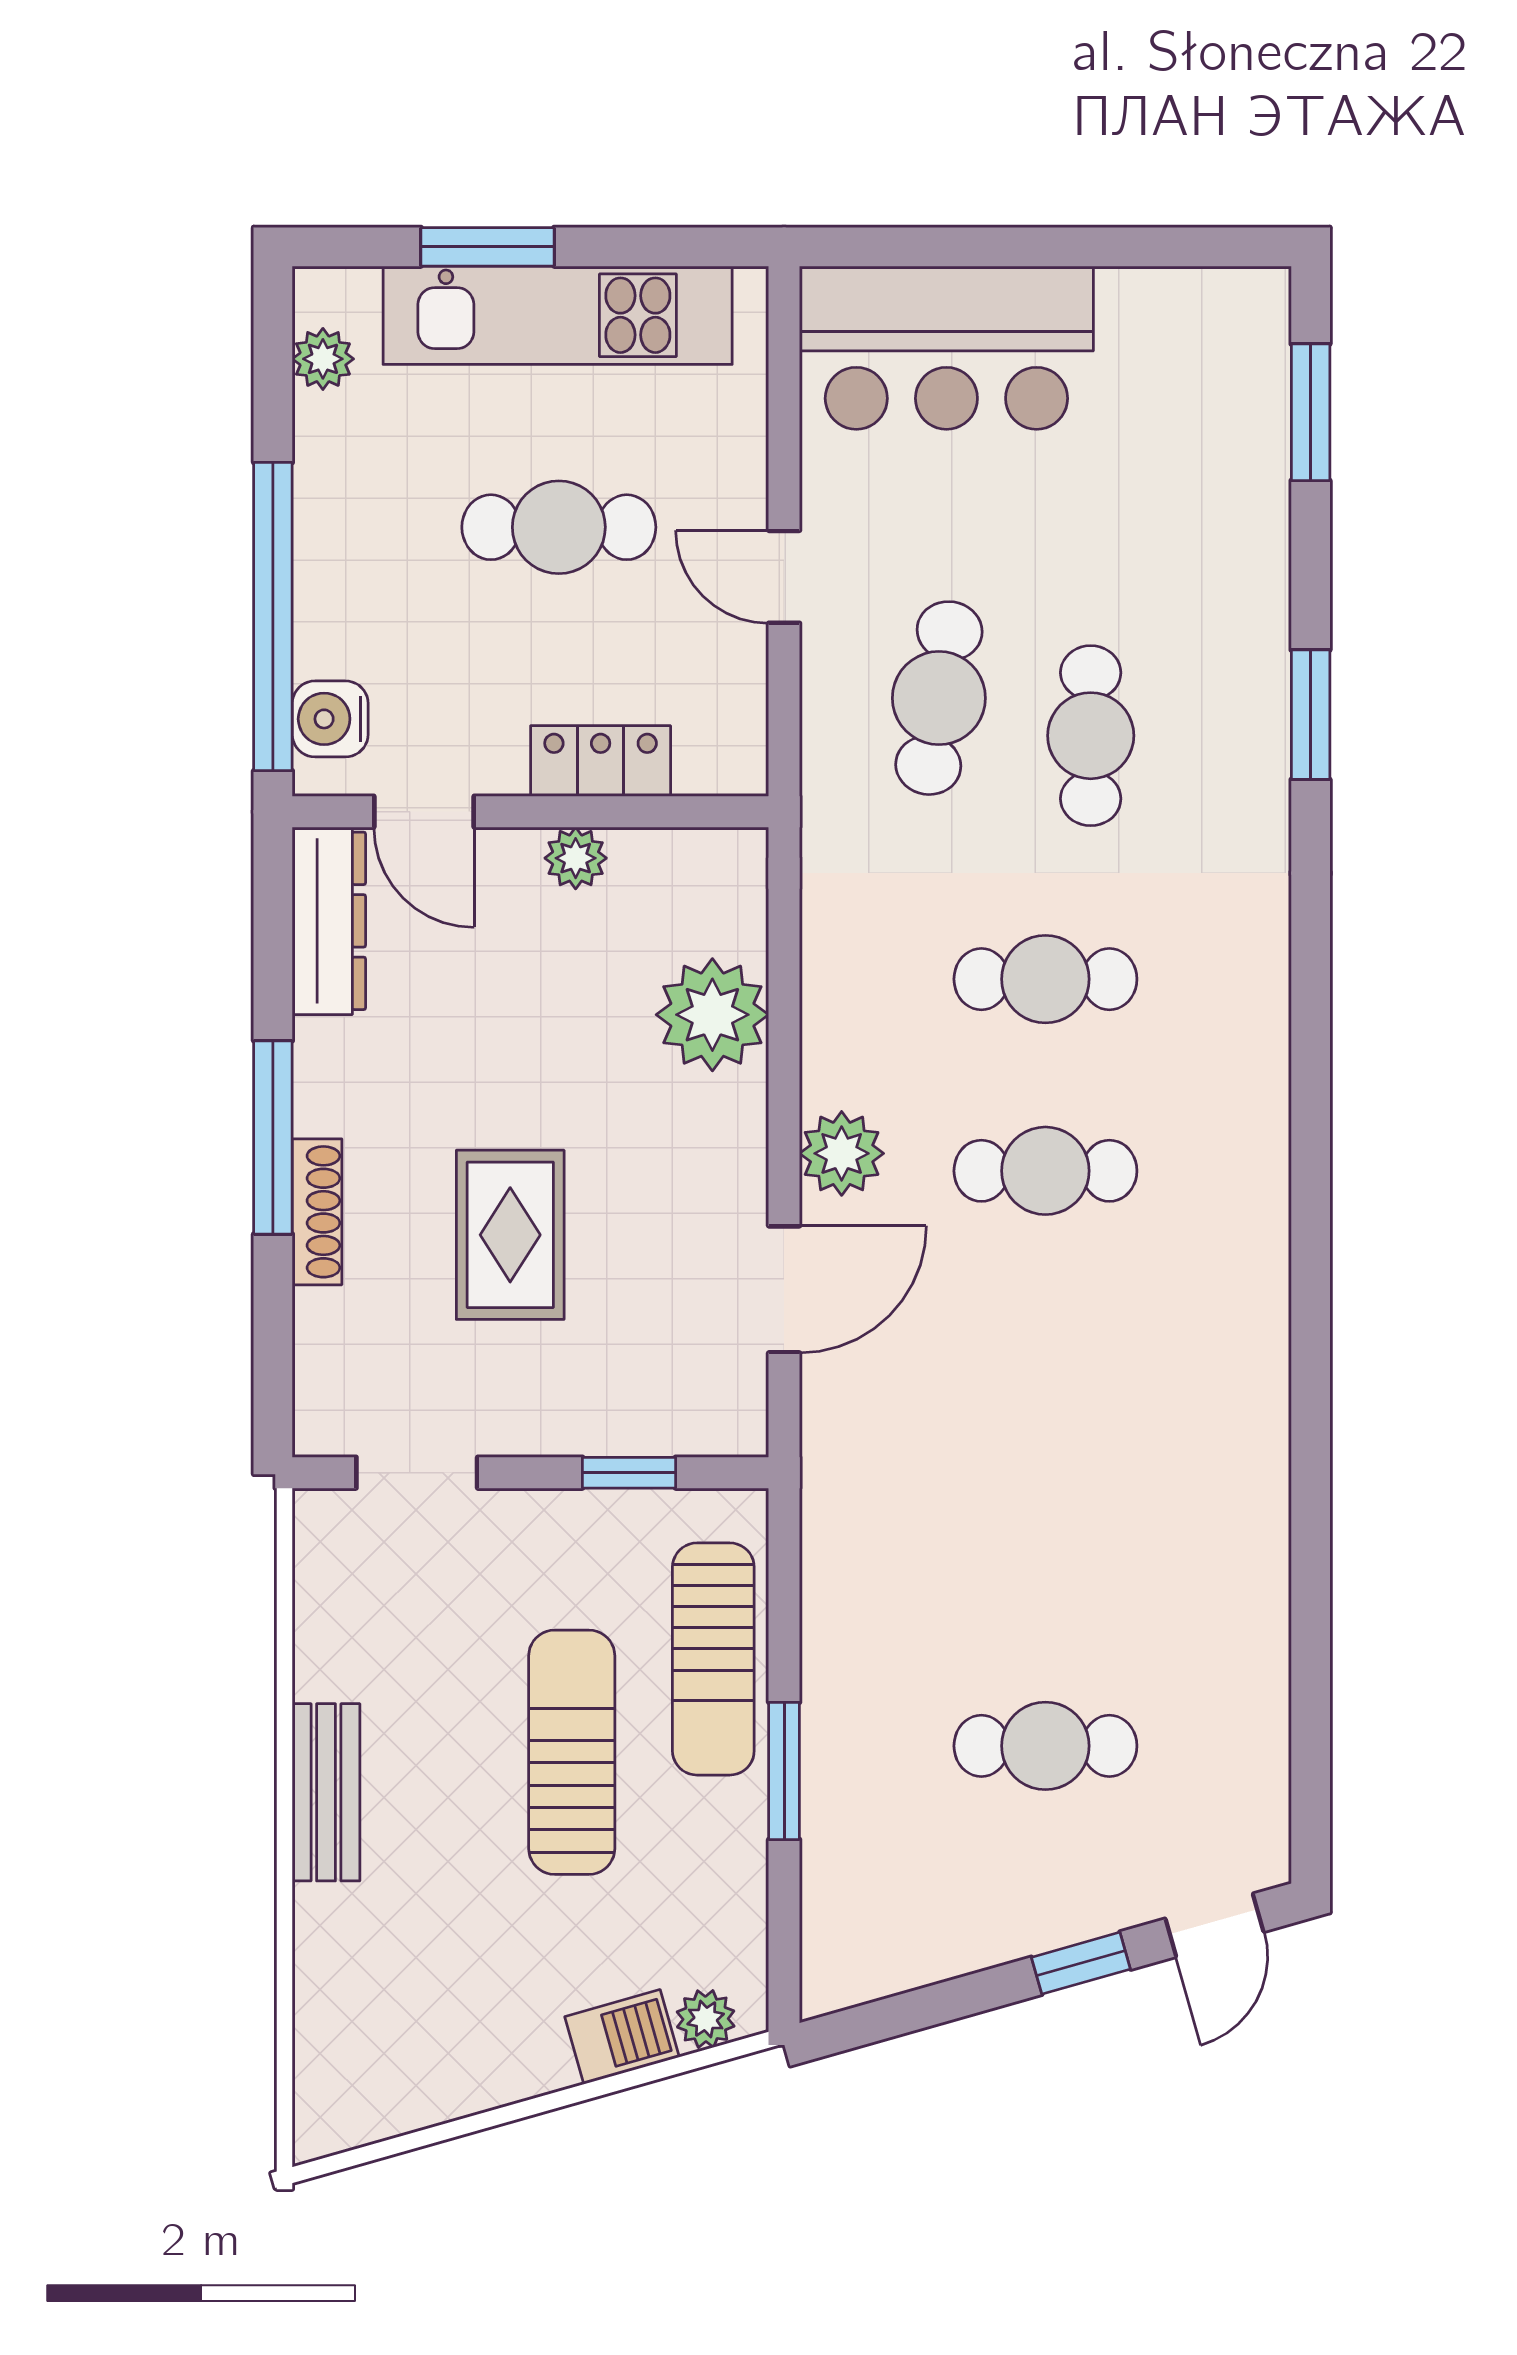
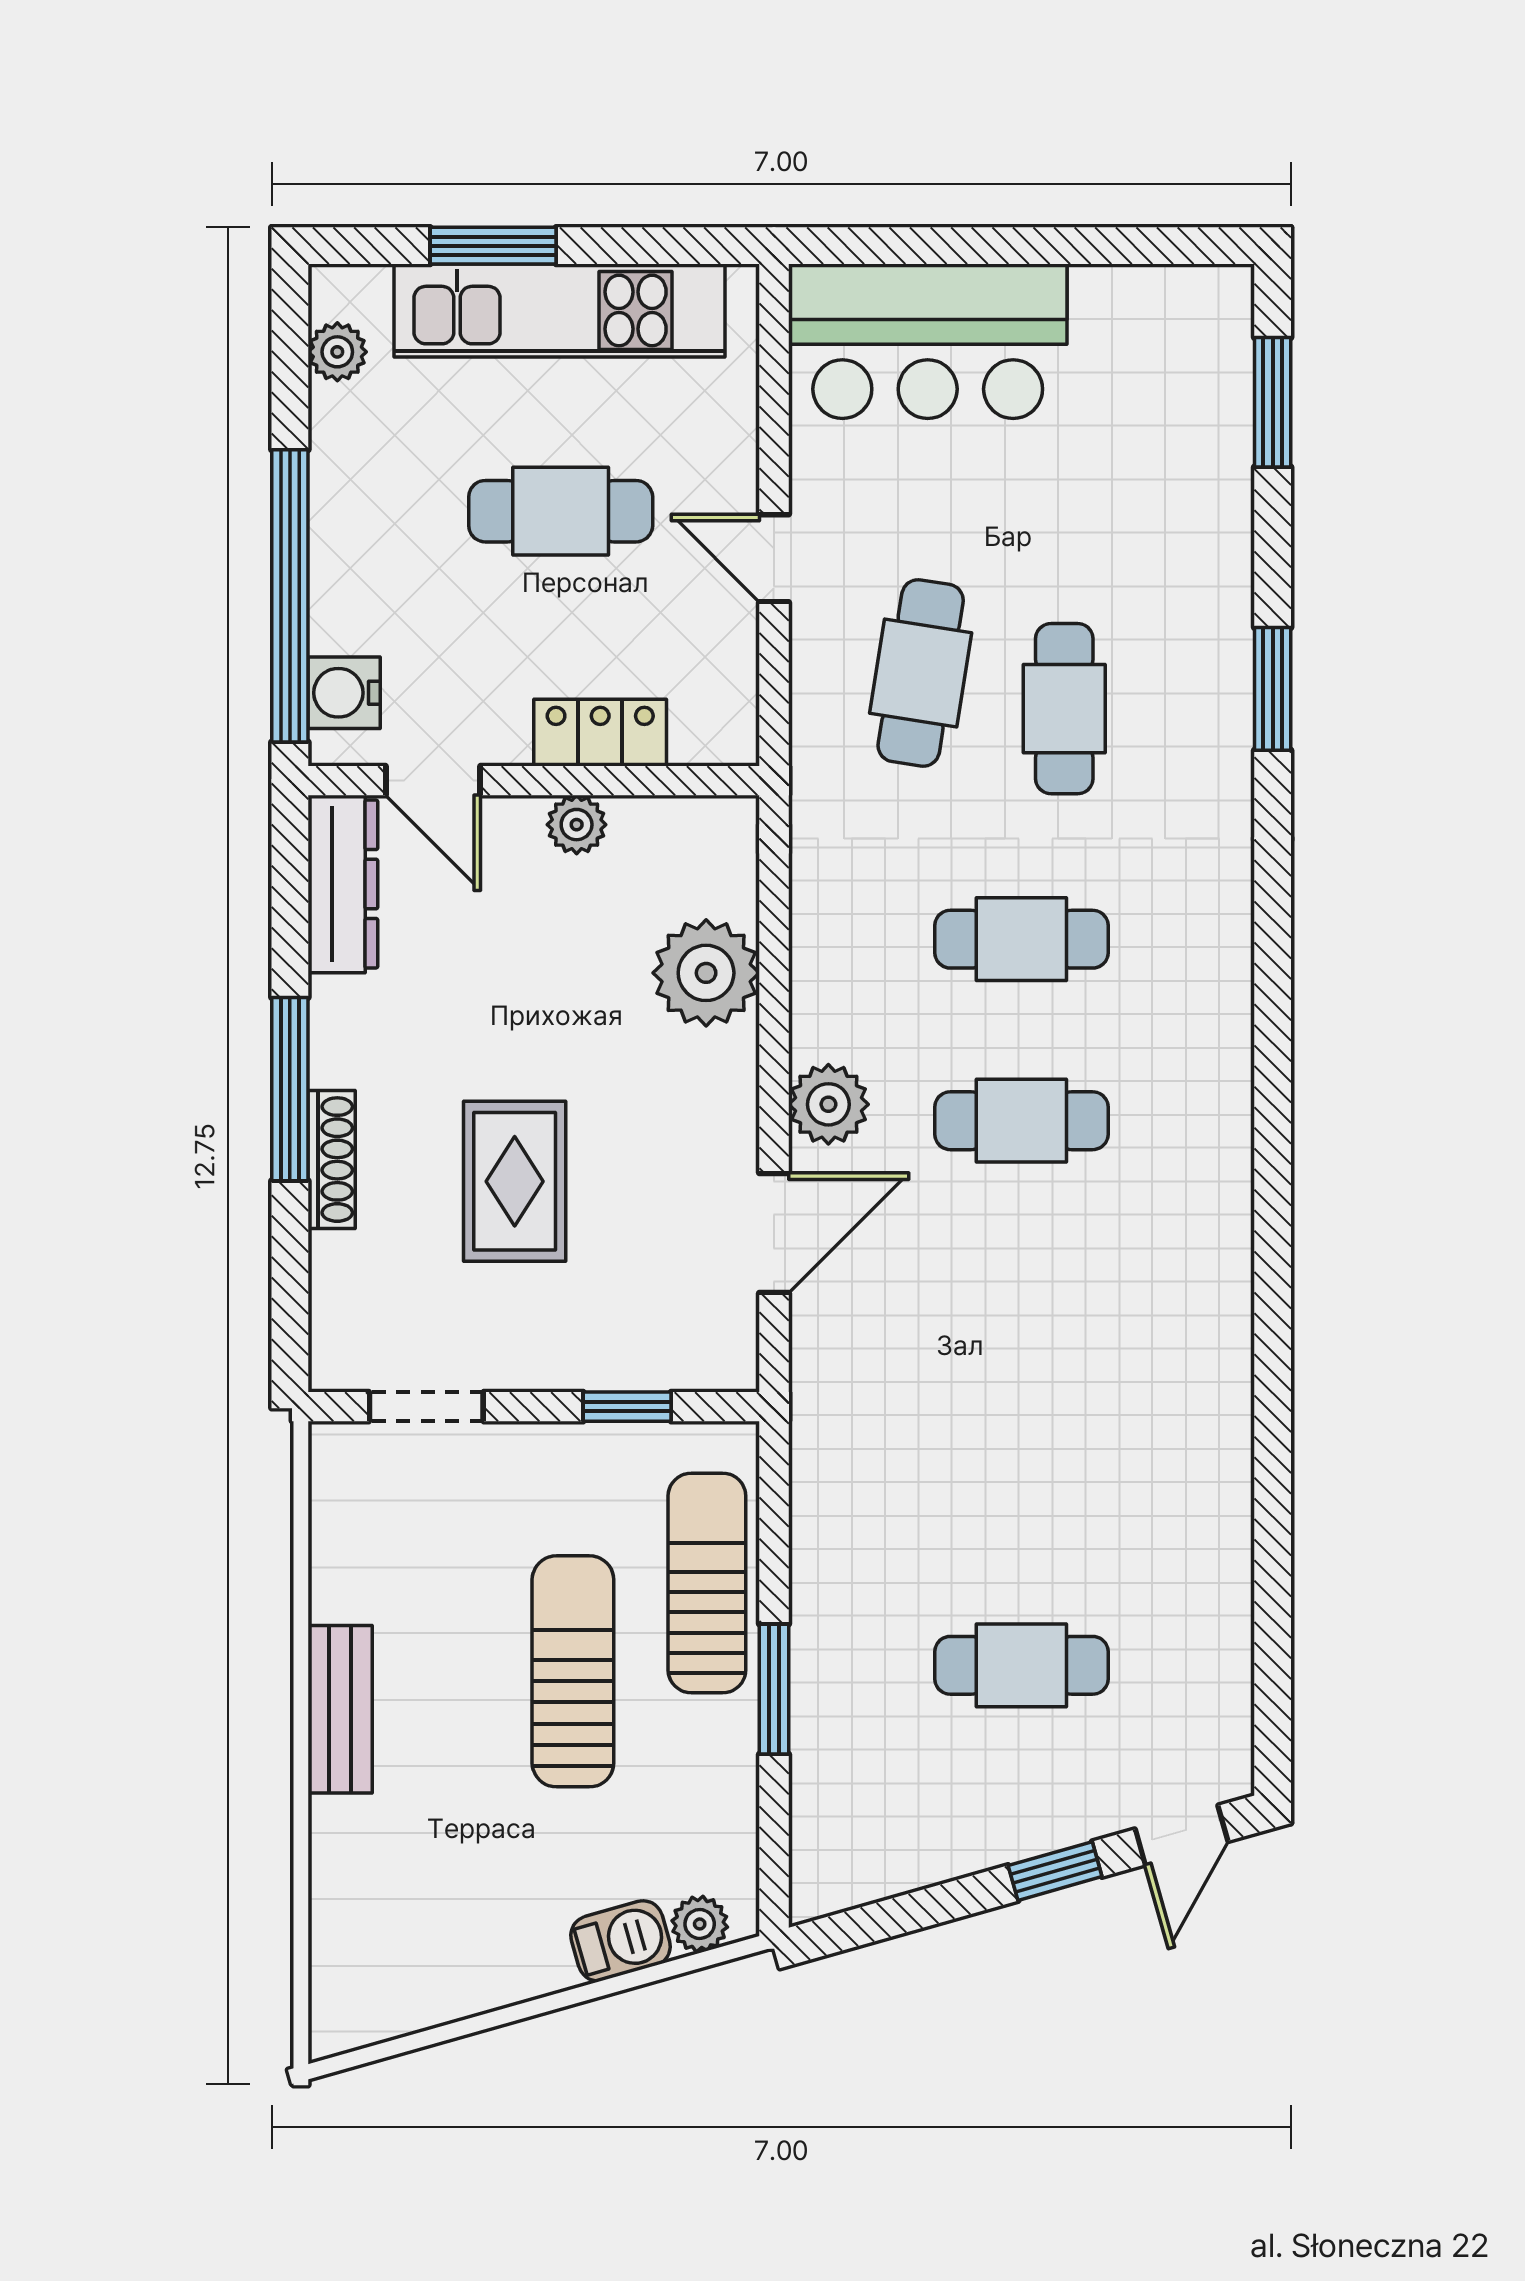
sun lounger: (713, 1659) -> (707, 1583), turned 180

